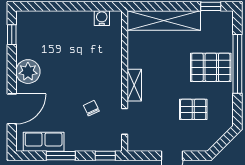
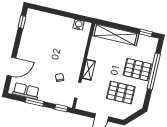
plant: (28, 72) -> (26, 47), removed
pallet: (193, 109) -> (121, 93), width x1.50, depth x1.42

